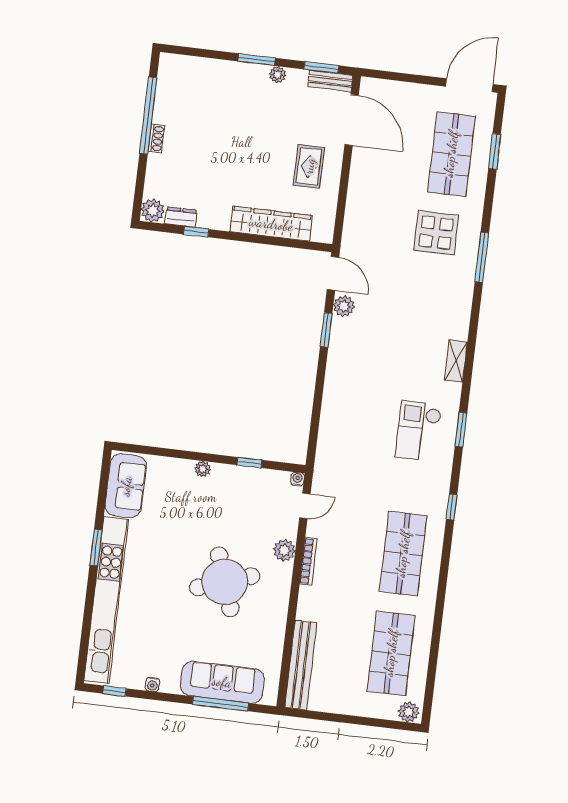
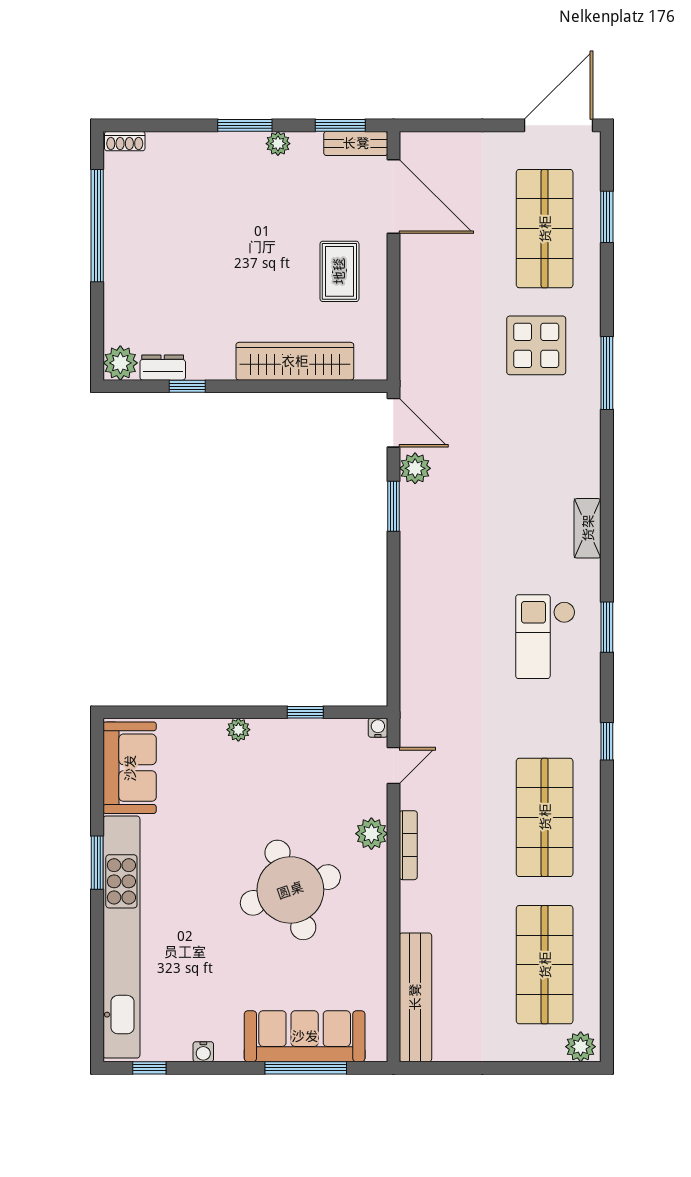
shoe rack: (156, 138) -> (125, 141), moved, turned 90

